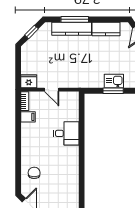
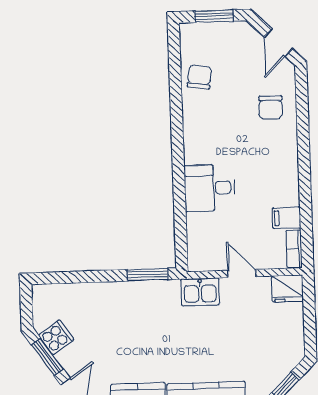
kitchen sink: (114, 81) -> (200, 292), moved
window: (113, 91) -> (148, 275), moved
chair: (69, 190) -> (199, 77), added

